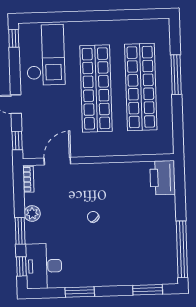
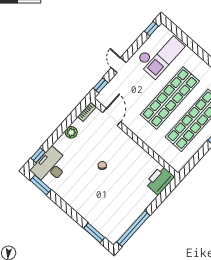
door: (57, 161) -> (112, 117), hinge flipped
window: (20, 231) -> (56, 136), removed
window: (80, 292) -> (41, 185), moved

